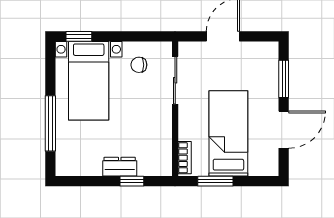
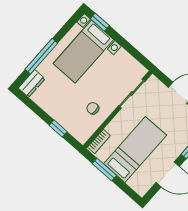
chair: (139, 65) -> (93, 108), moved
dresser: (120, 167) -> (32, 83), moved, turned 90

